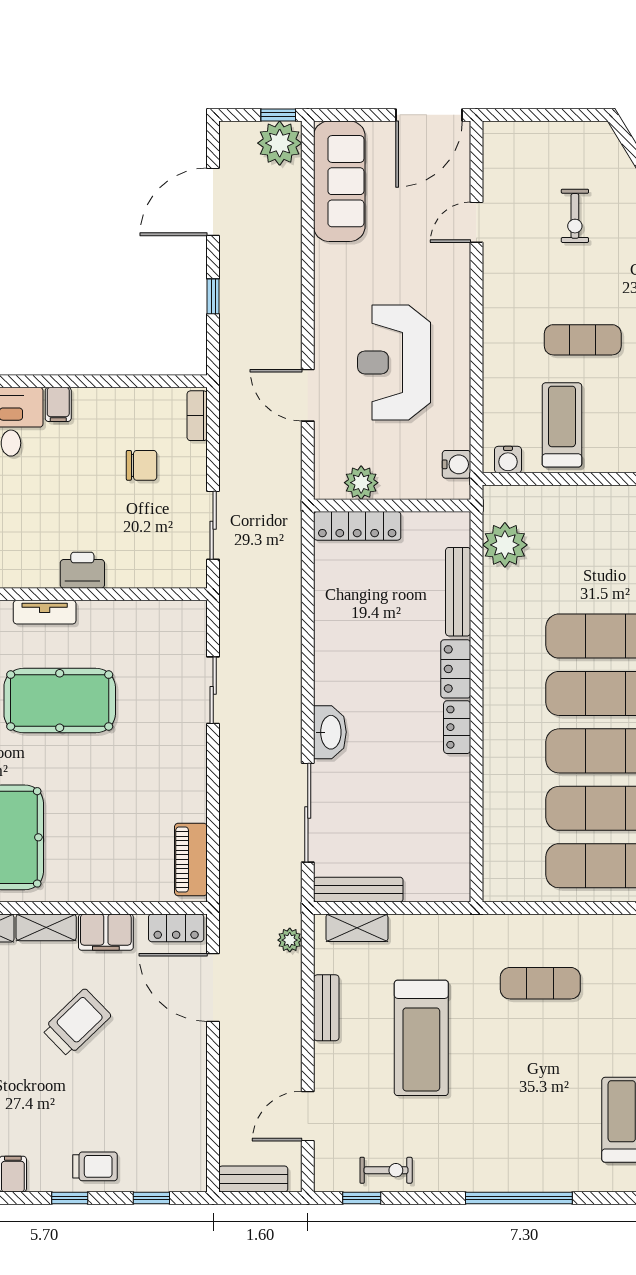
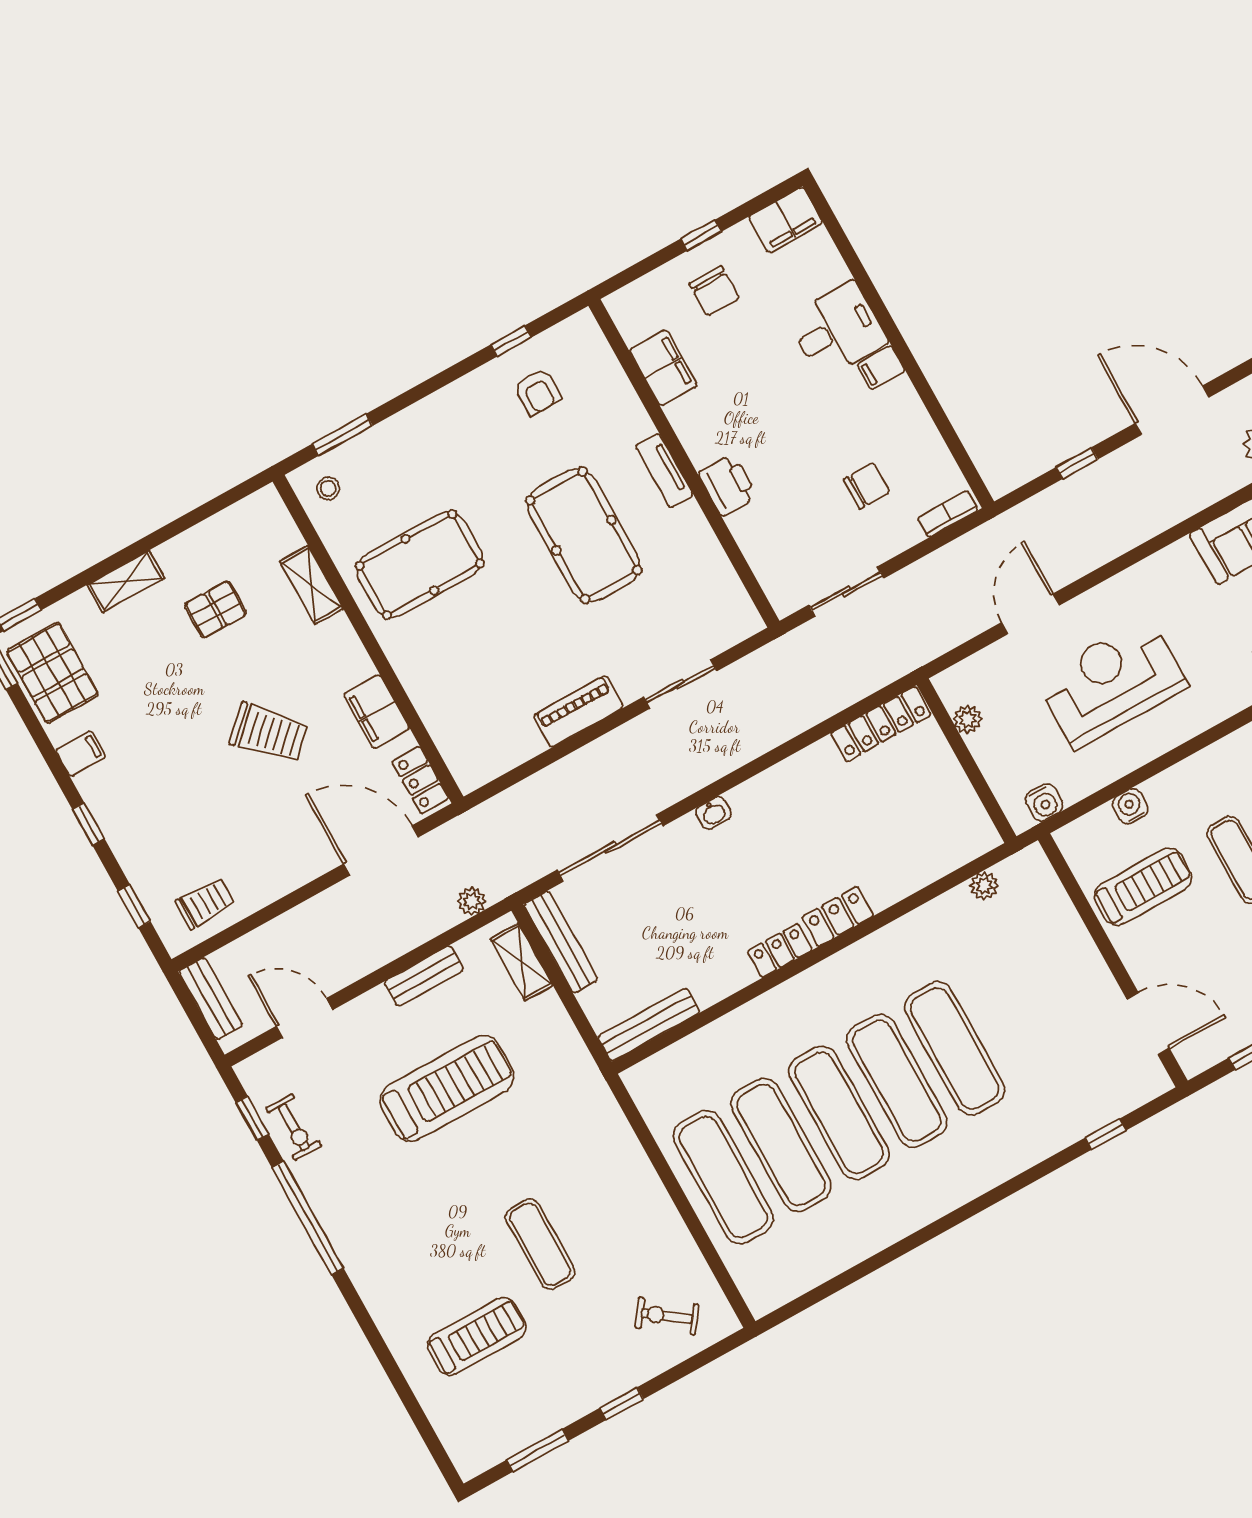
water cooler: (508, 460) -> (1130, 806), moved, turned 90
chair: (142, 465) -> (867, 486), turned -90
plant: (361, 483) -> (968, 719), width x0.73, depth x0.73
locker: (357, 526) -> (881, 724), moved, turned -90
plant: (505, 545) -> (984, 886), width x0.53, depth x0.53
bench: (458, 592) -> (649, 1025), moved
washbasin: (330, 732) -> (713, 813), width x0.52, depth x0.69
piano: (191, 860) -> (578, 711), moved
shelving: (46, 927) -> (348, 649), removed
exercise mat: (540, 983) -> (540, 1244), moved
door: (213, 987) -> (381, 851), hinge flipped
treadmill: (421, 1038) -> (447, 1088), turned 180
trolley: (95, 1166) -> (205, 903), moved, turned -90
window: (519, 1198) -> (308, 1218), moved

